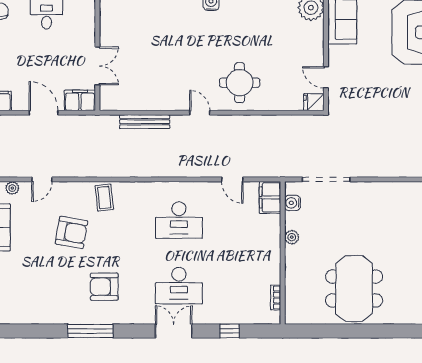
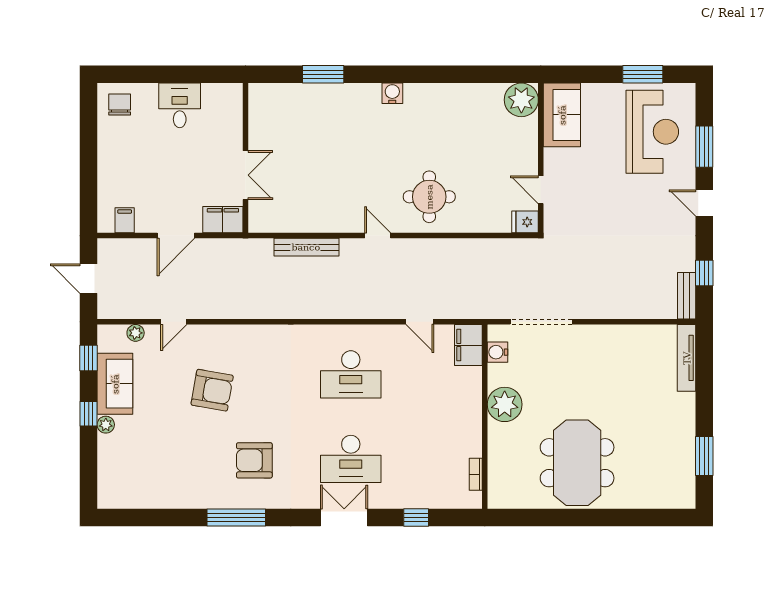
door: (44, 113) -> (176, 236), swing flipped
coffee table: (104, 198) -> (254, 345), removed
plant: (292, 237) -> (505, 404), width x1.87, depth x1.87

